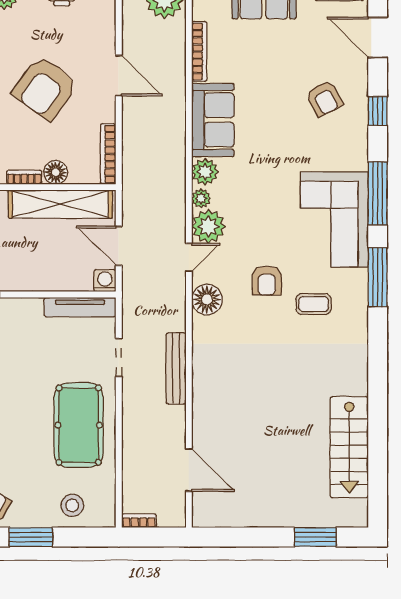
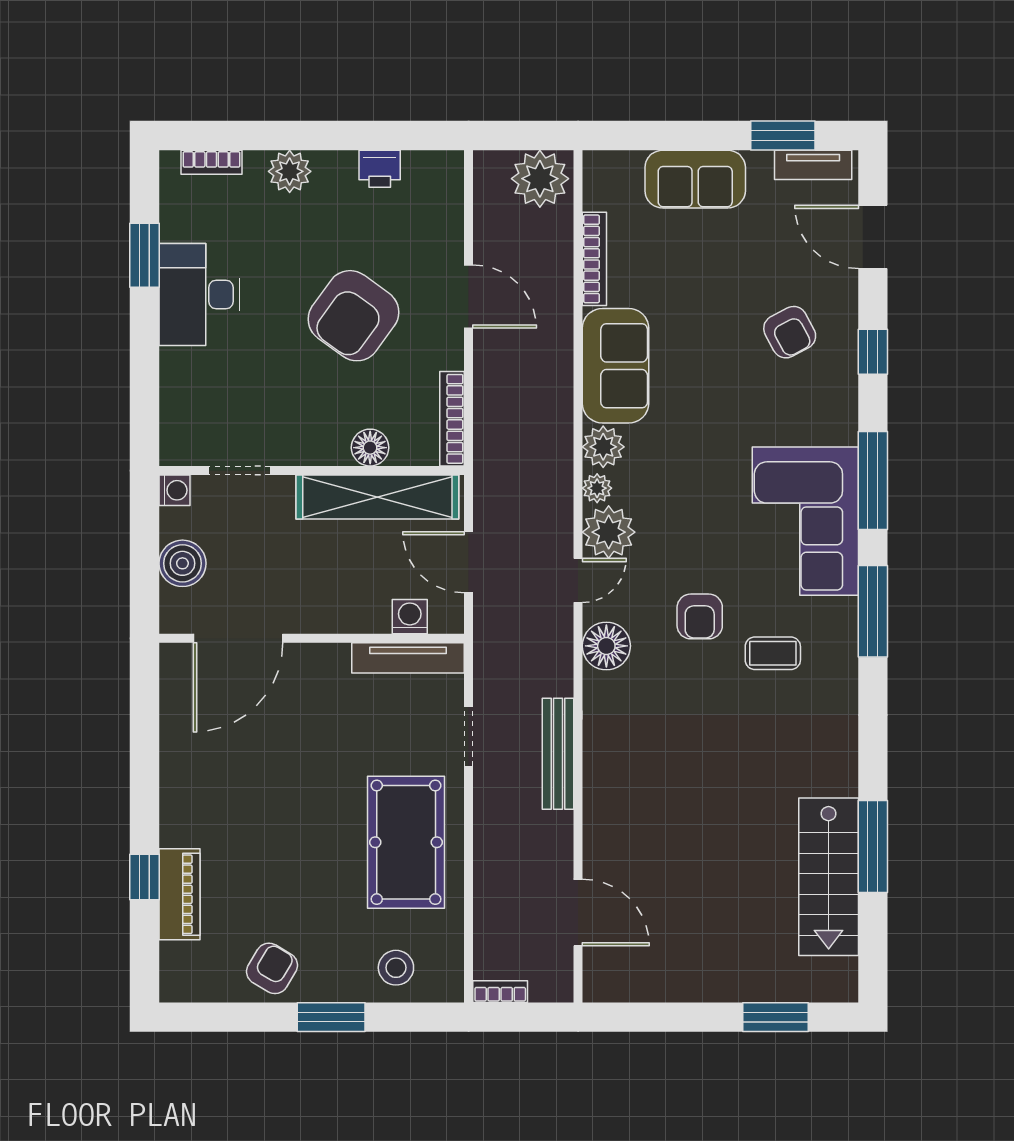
bookcase: (24, 177) -> (321, 455), removed
washing machine: (105, 281) -> (410, 617), moved
window: (378, 428) -> (873, 846), added

